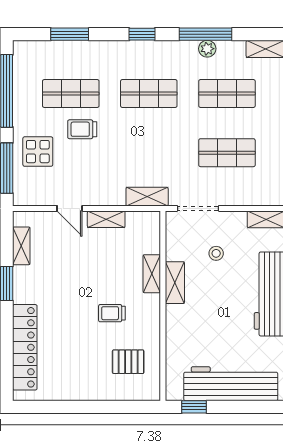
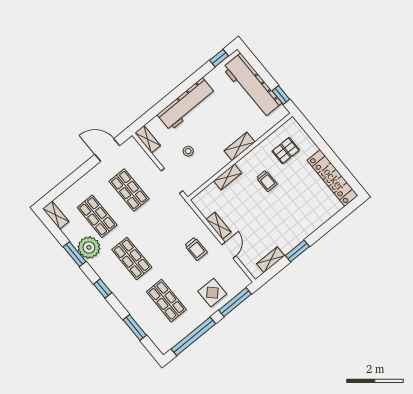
window: (206, 34) -> (75, 254), width x0.69
plant: (207, 49) -> (89, 247), width x1.88, depth x1.88
trolley: (82, 129) -> (196, 249), moved
shelving: (147, 197) -> (188, 214), removed
shelving: (175, 283) -> (240, 146), moved
locker: (25, 347) -> (333, 178), moved, turned -90
pallet: (128, 362) -> (286, 151), turned 90

